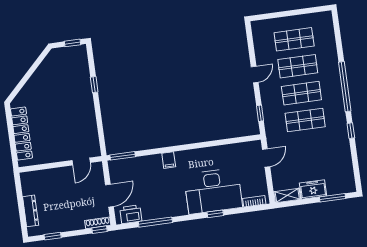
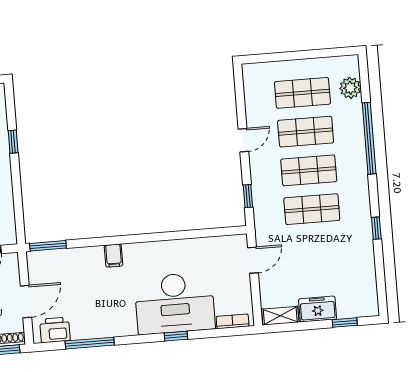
plant: (327, 34) -> (350, 88), added
window: (345, 87) -> (369, 138), moved
window: (332, 198) -> (345, 323), width x0.67

